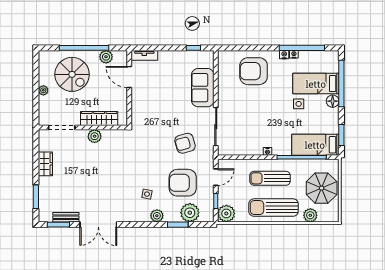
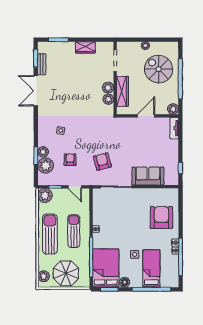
plant: (106, 57) -> (173, 109), moved
spiral stairs: (72, 74) -> (159, 69), turned 90
door: (129, 77) -> (146, 116), moved
floor lamp: (333, 101) -> (125, 282), moved
plant: (109, 136) -> (108, 99), added
bed: (315, 145) -> (106, 268), width x1.50
armchair: (183, 183) -> (70, 160), width x0.53, depth x0.53
plant: (310, 215) -> (44, 276), moved
plant: (157, 216) -> (43, 152), moved

